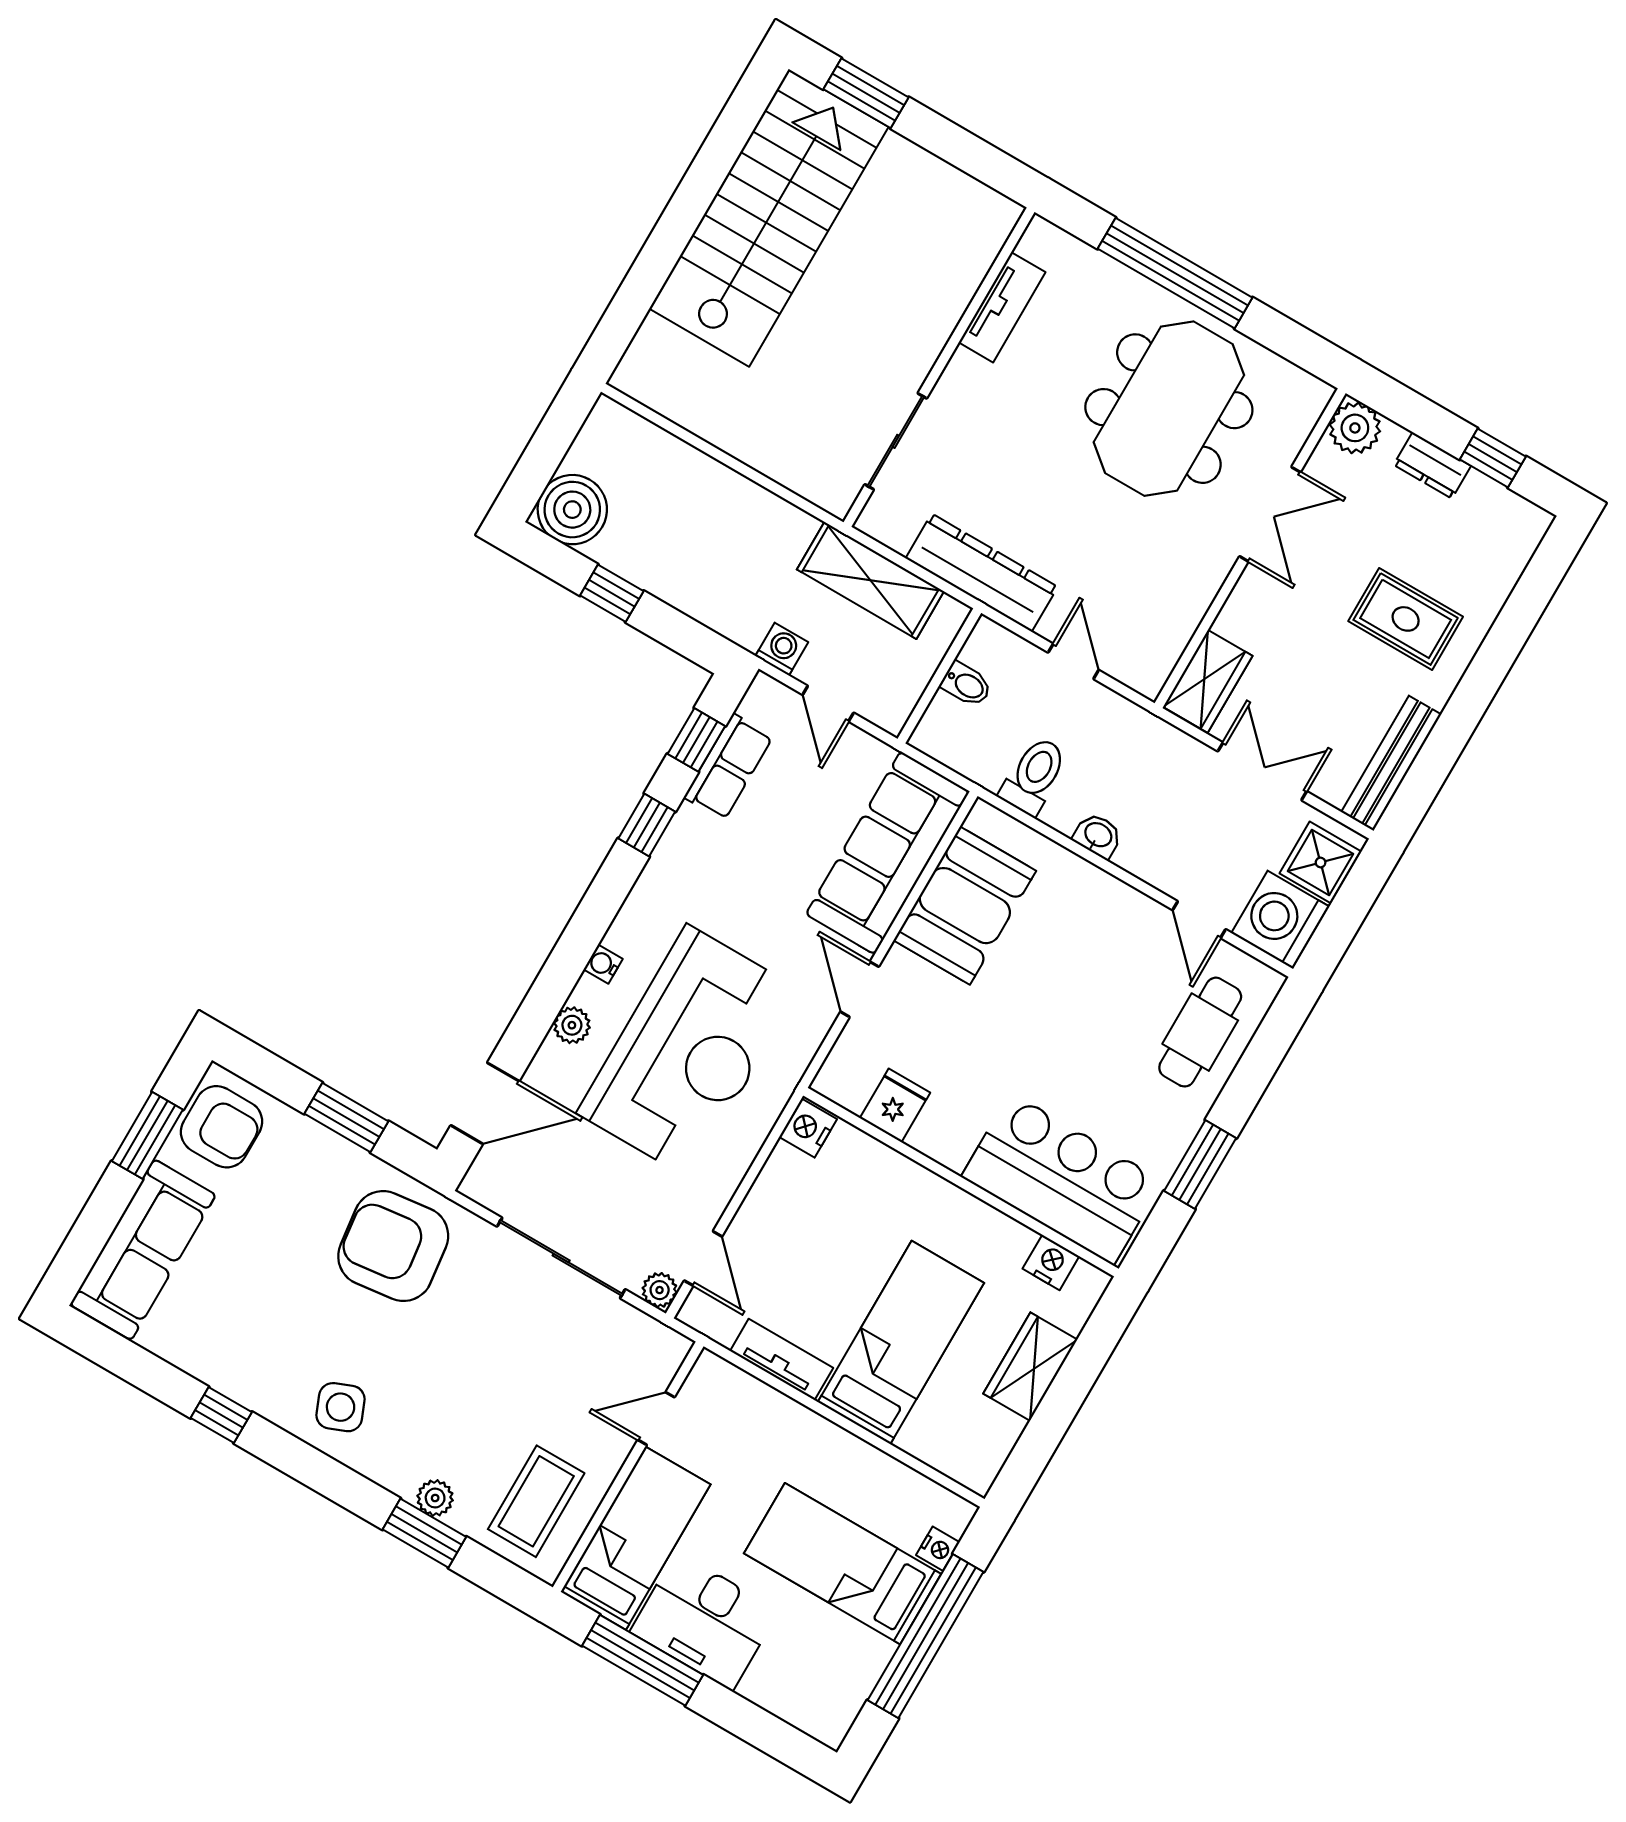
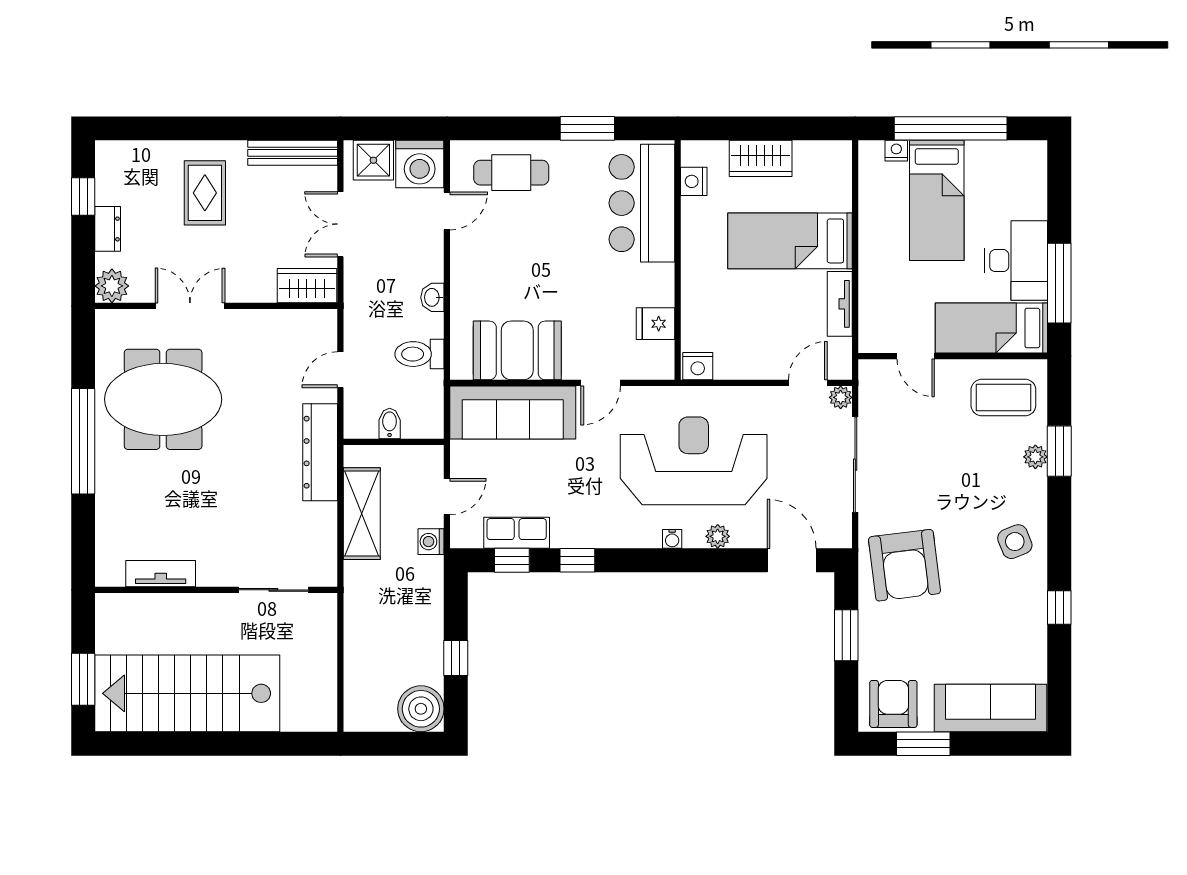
tv unit: (1002, 307) -> (161, 574), moved
wall: (939, 367) -> (216, 590), moved
sliding door: (896, 441) -> (273, 590), moved

